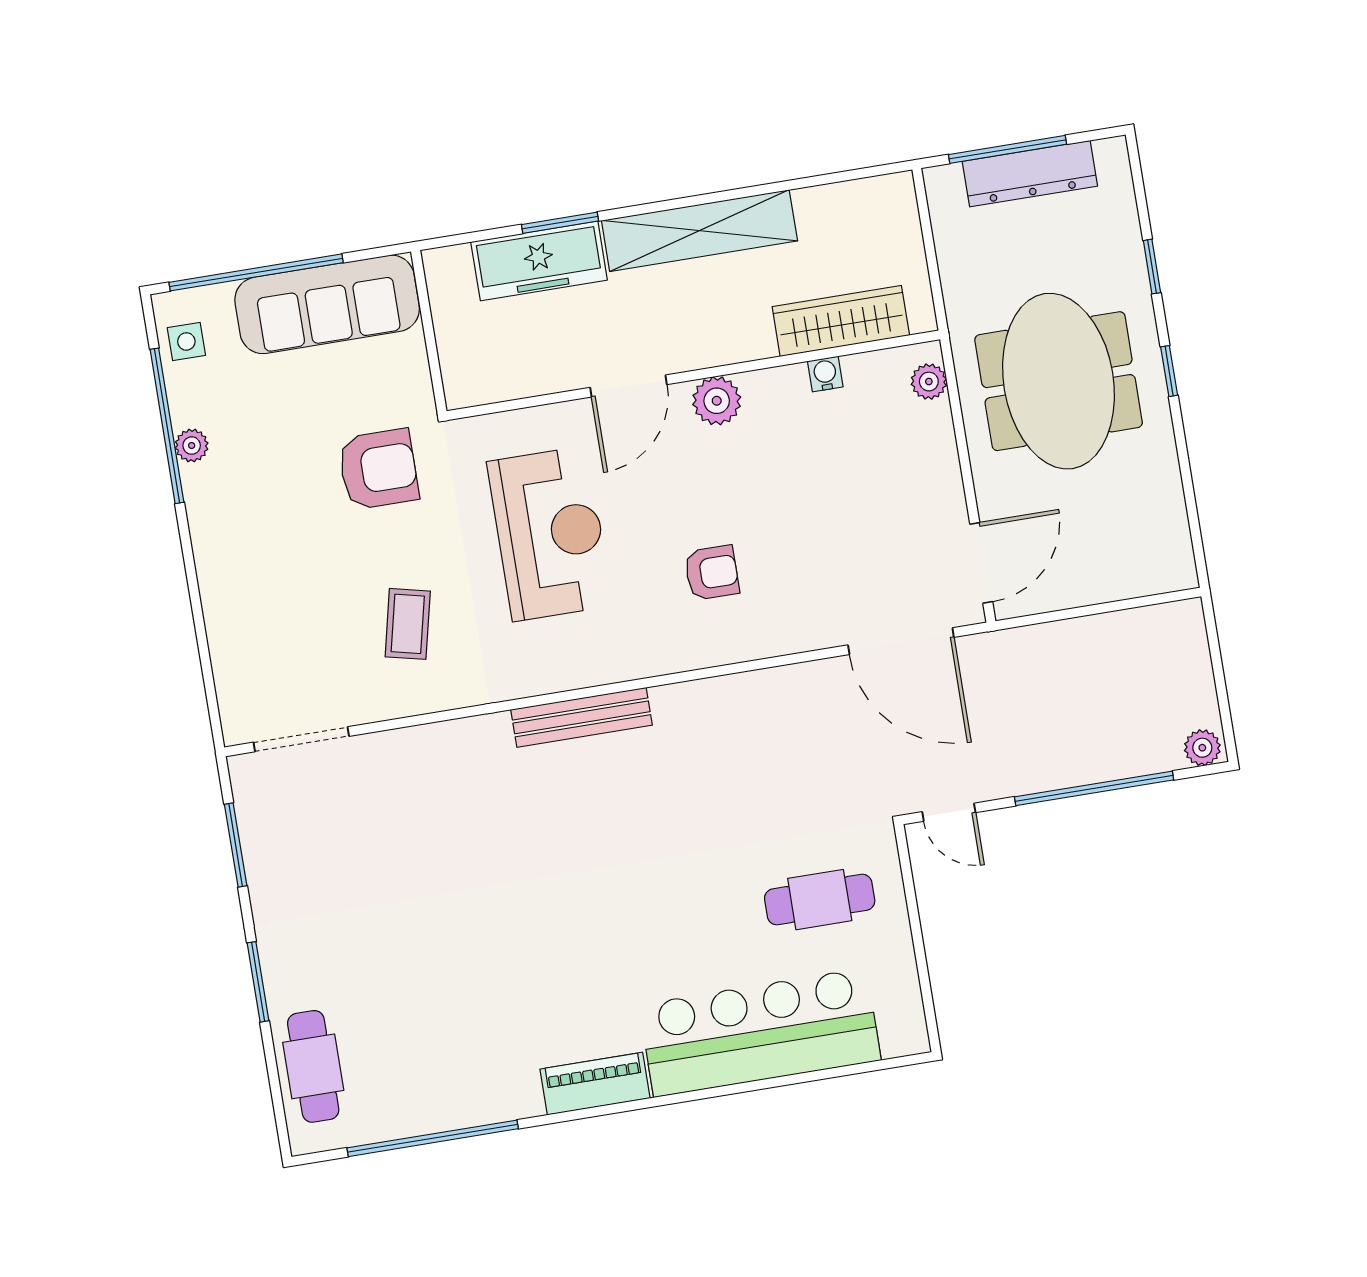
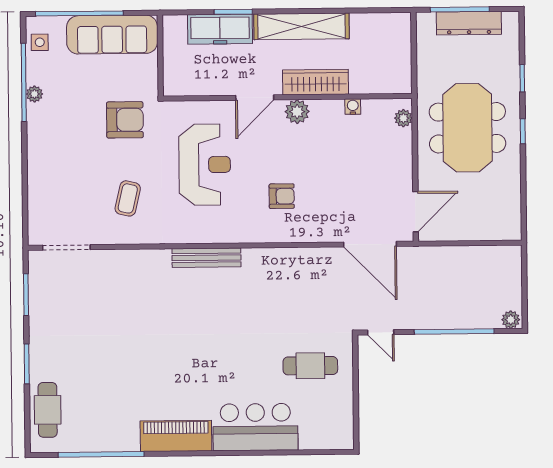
wardrobe: (841, 321) -> (316, 82), moved
bar counter: (760, 1033) -> (255, 427), width x0.73
piano: (595, 1084) -> (176, 436), width x1.37, depth x1.33

